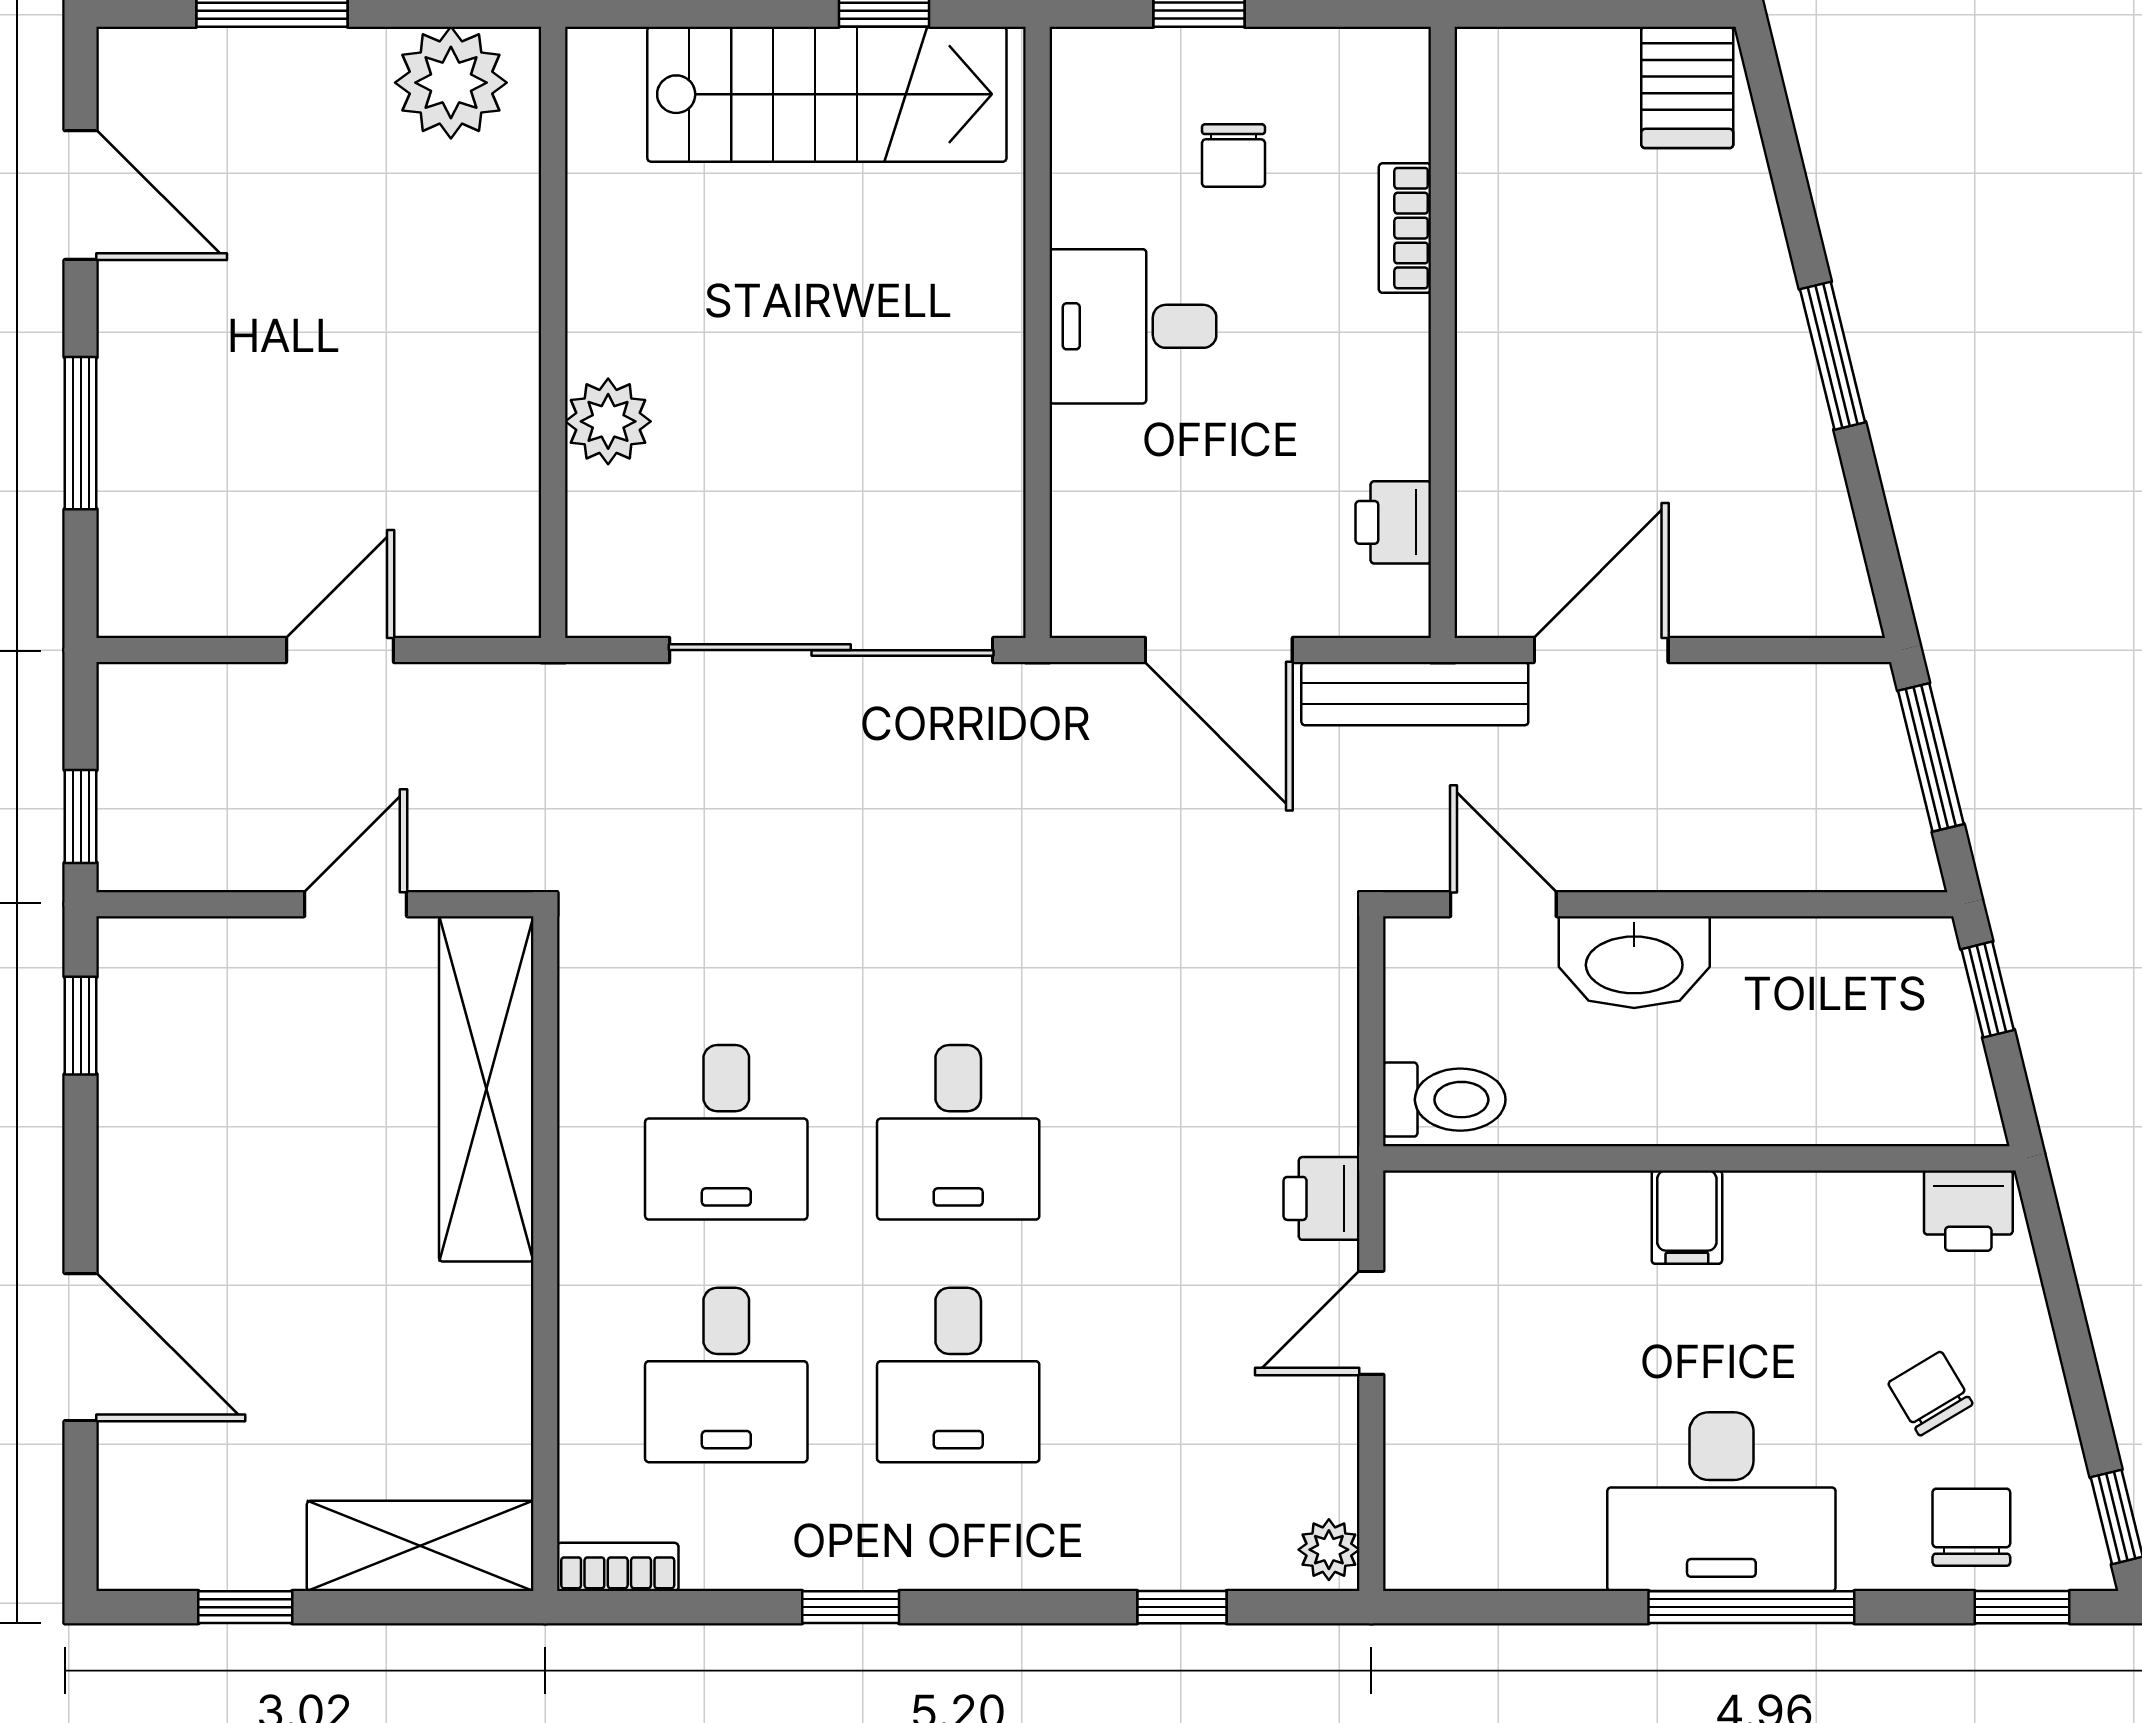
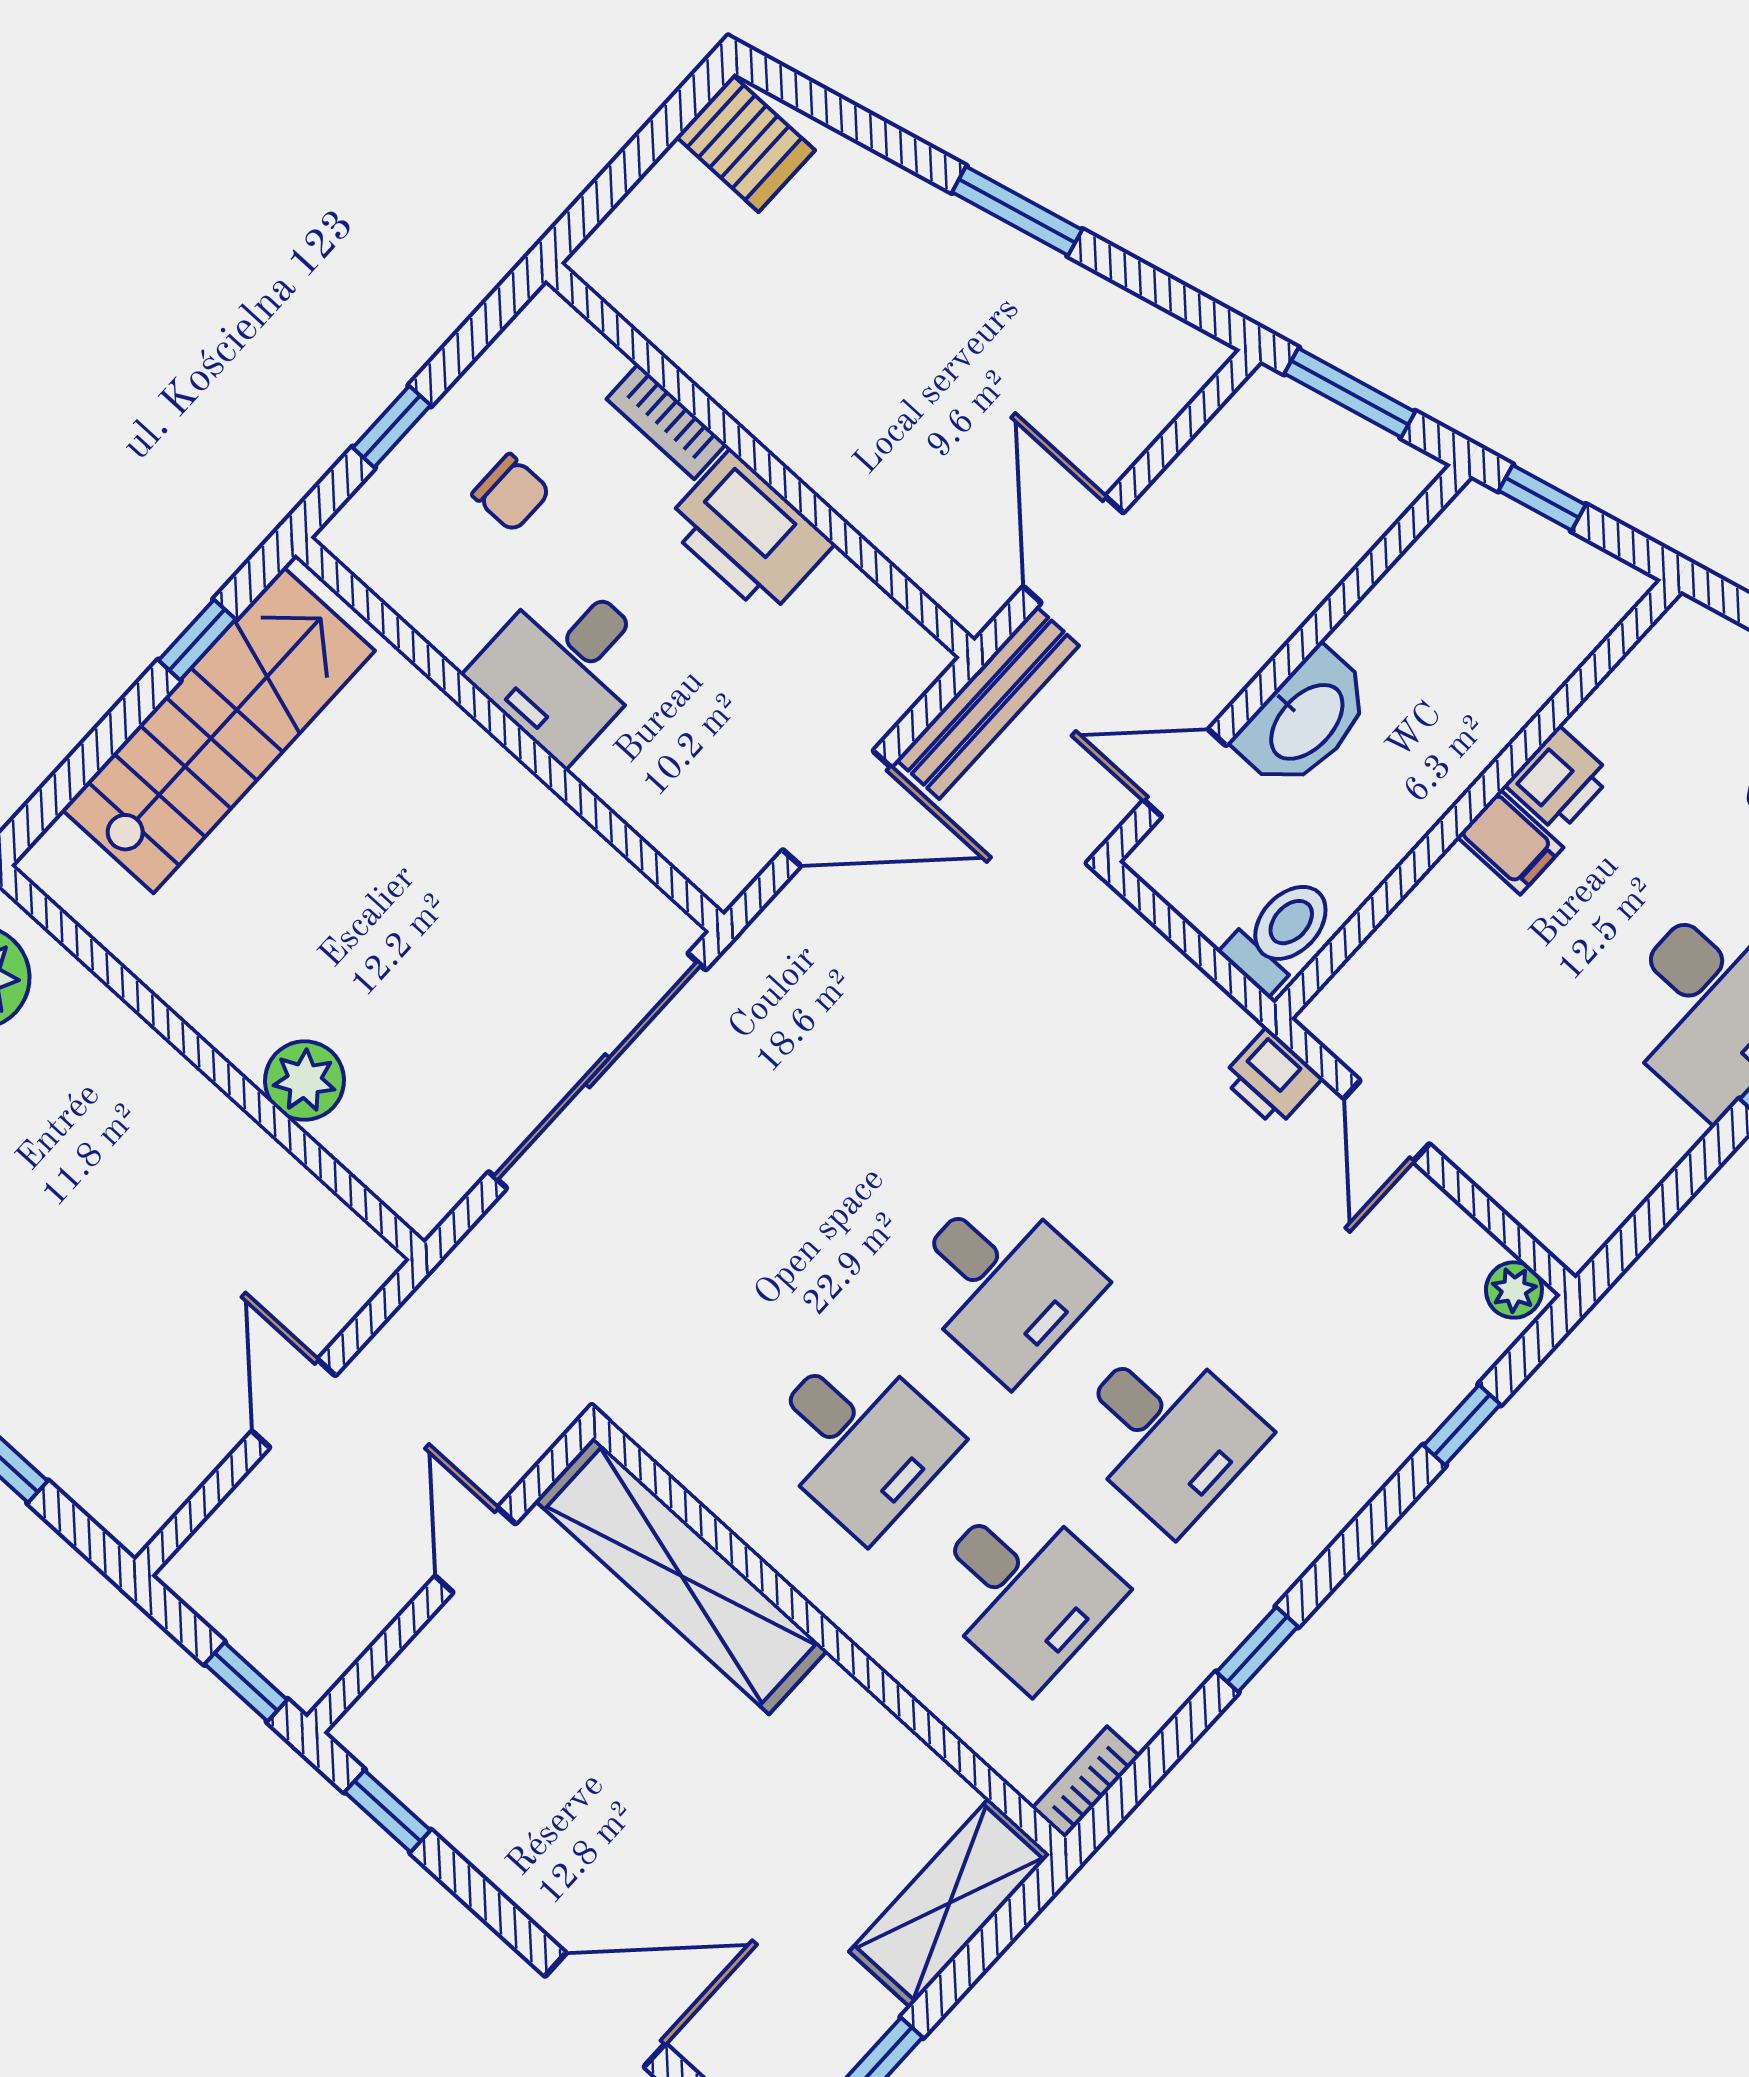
printer: (1393, 522) -> (749, 534), moved, width x1.87, depth x1.48
printer: (1968, 1211) -> (1559, 780), moved

